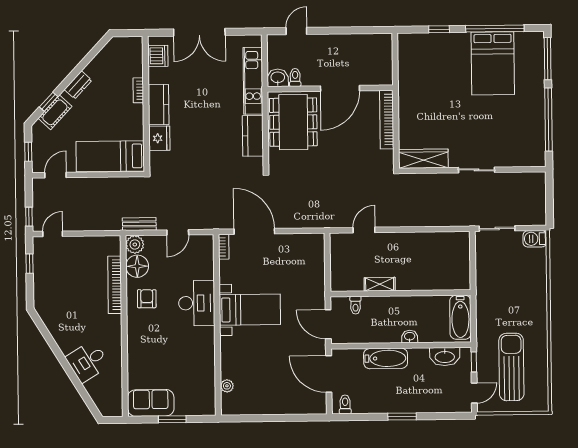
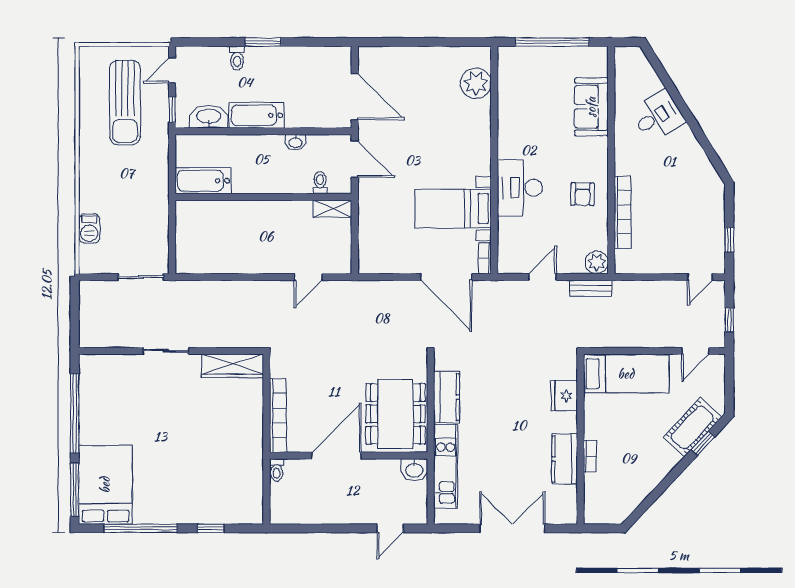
dishwasher: (158, 56) -> (565, 499), removed
bed: (493, 63) -> (105, 485), moved
toilet: (295, 77) -> (277, 470), moved
dresser: (78, 85) -> (666, 464), removed
kitchen counter: (159, 105) -> (565, 459), moved
cot: (55, 112) -> (692, 427), width x1.37, depth x1.34
window: (28, 152) -> (729, 381), removed
window: (29, 217) -> (729, 320), moved
barbecue: (535, 239) -> (89, 229), moved, turned 90
floor lamp: (137, 266) -> (594, 235), removed
shelving: (380, 284) -> (332, 209), moved
bed with nightstands: (250, 310) -> (453, 208), moved
bathtub: (460, 317) -> (203, 181), moved, turned -90
washbasin: (410, 337) -> (295, 142), moved
bathtub: (386, 358) -> (257, 115), moved
plant: (227, 386) -> (476, 83), width x1.88, depth x1.88
sofa: (151, 403) -> (591, 107), moved, turned 90
toilet: (345, 404) -> (237, 58), moved
window: (172, 419) -> (552, 42), width x2.11

